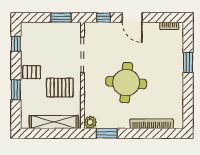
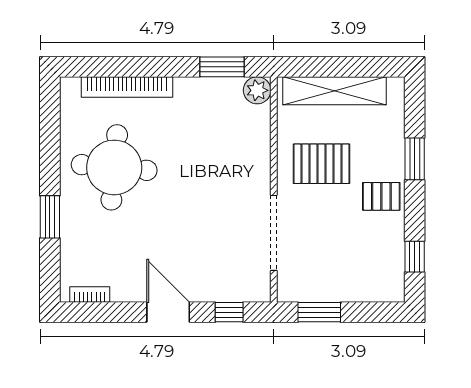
round table: (126, 83) -> (114, 167), moved

